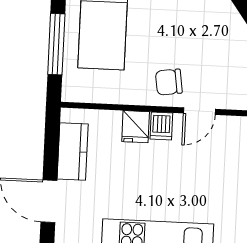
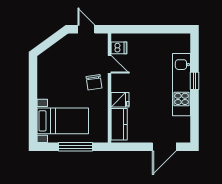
dishwasher: (161, 126) -> (119, 48), moved
kitchen counter: (73, 151) -> (119, 124), moved, turned 90

